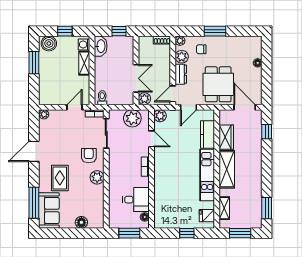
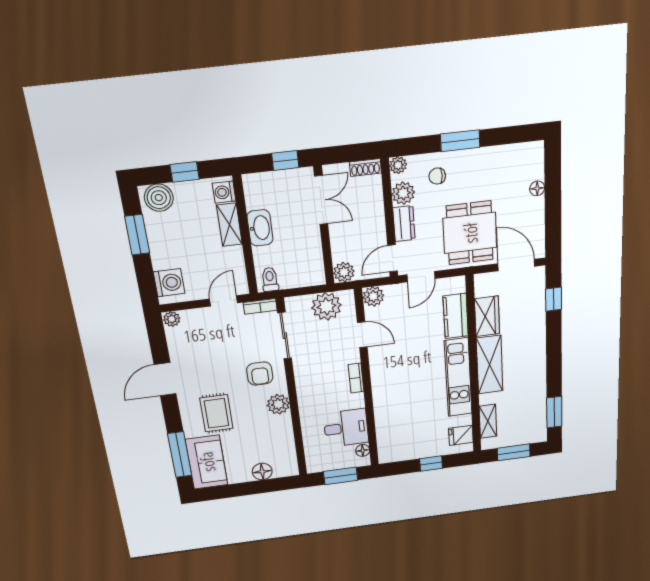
washbasin: (101, 46) -> (260, 228), moved
double door: (136, 78) -> (321, 200), moved
washing machine: (46, 92) -> (169, 283), added
armchair: (89, 156) -> (260, 374), turned 180

